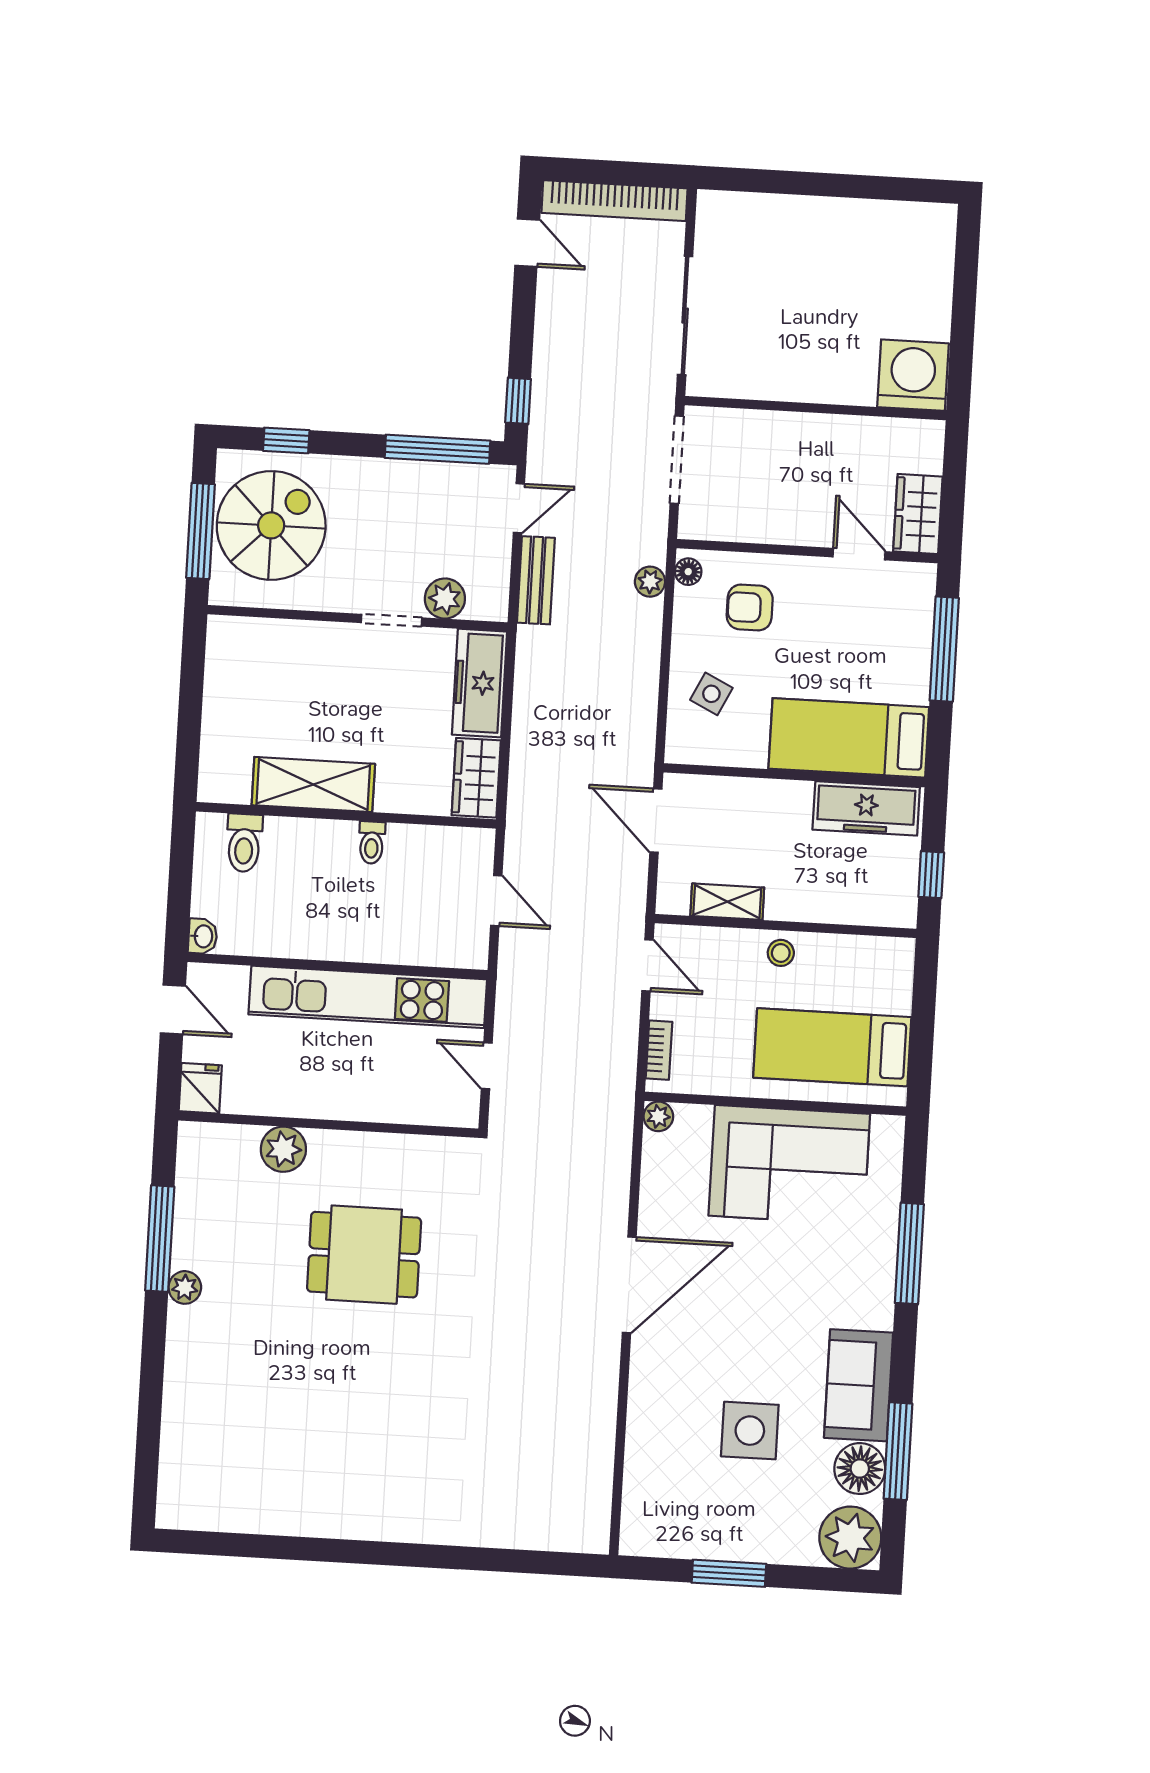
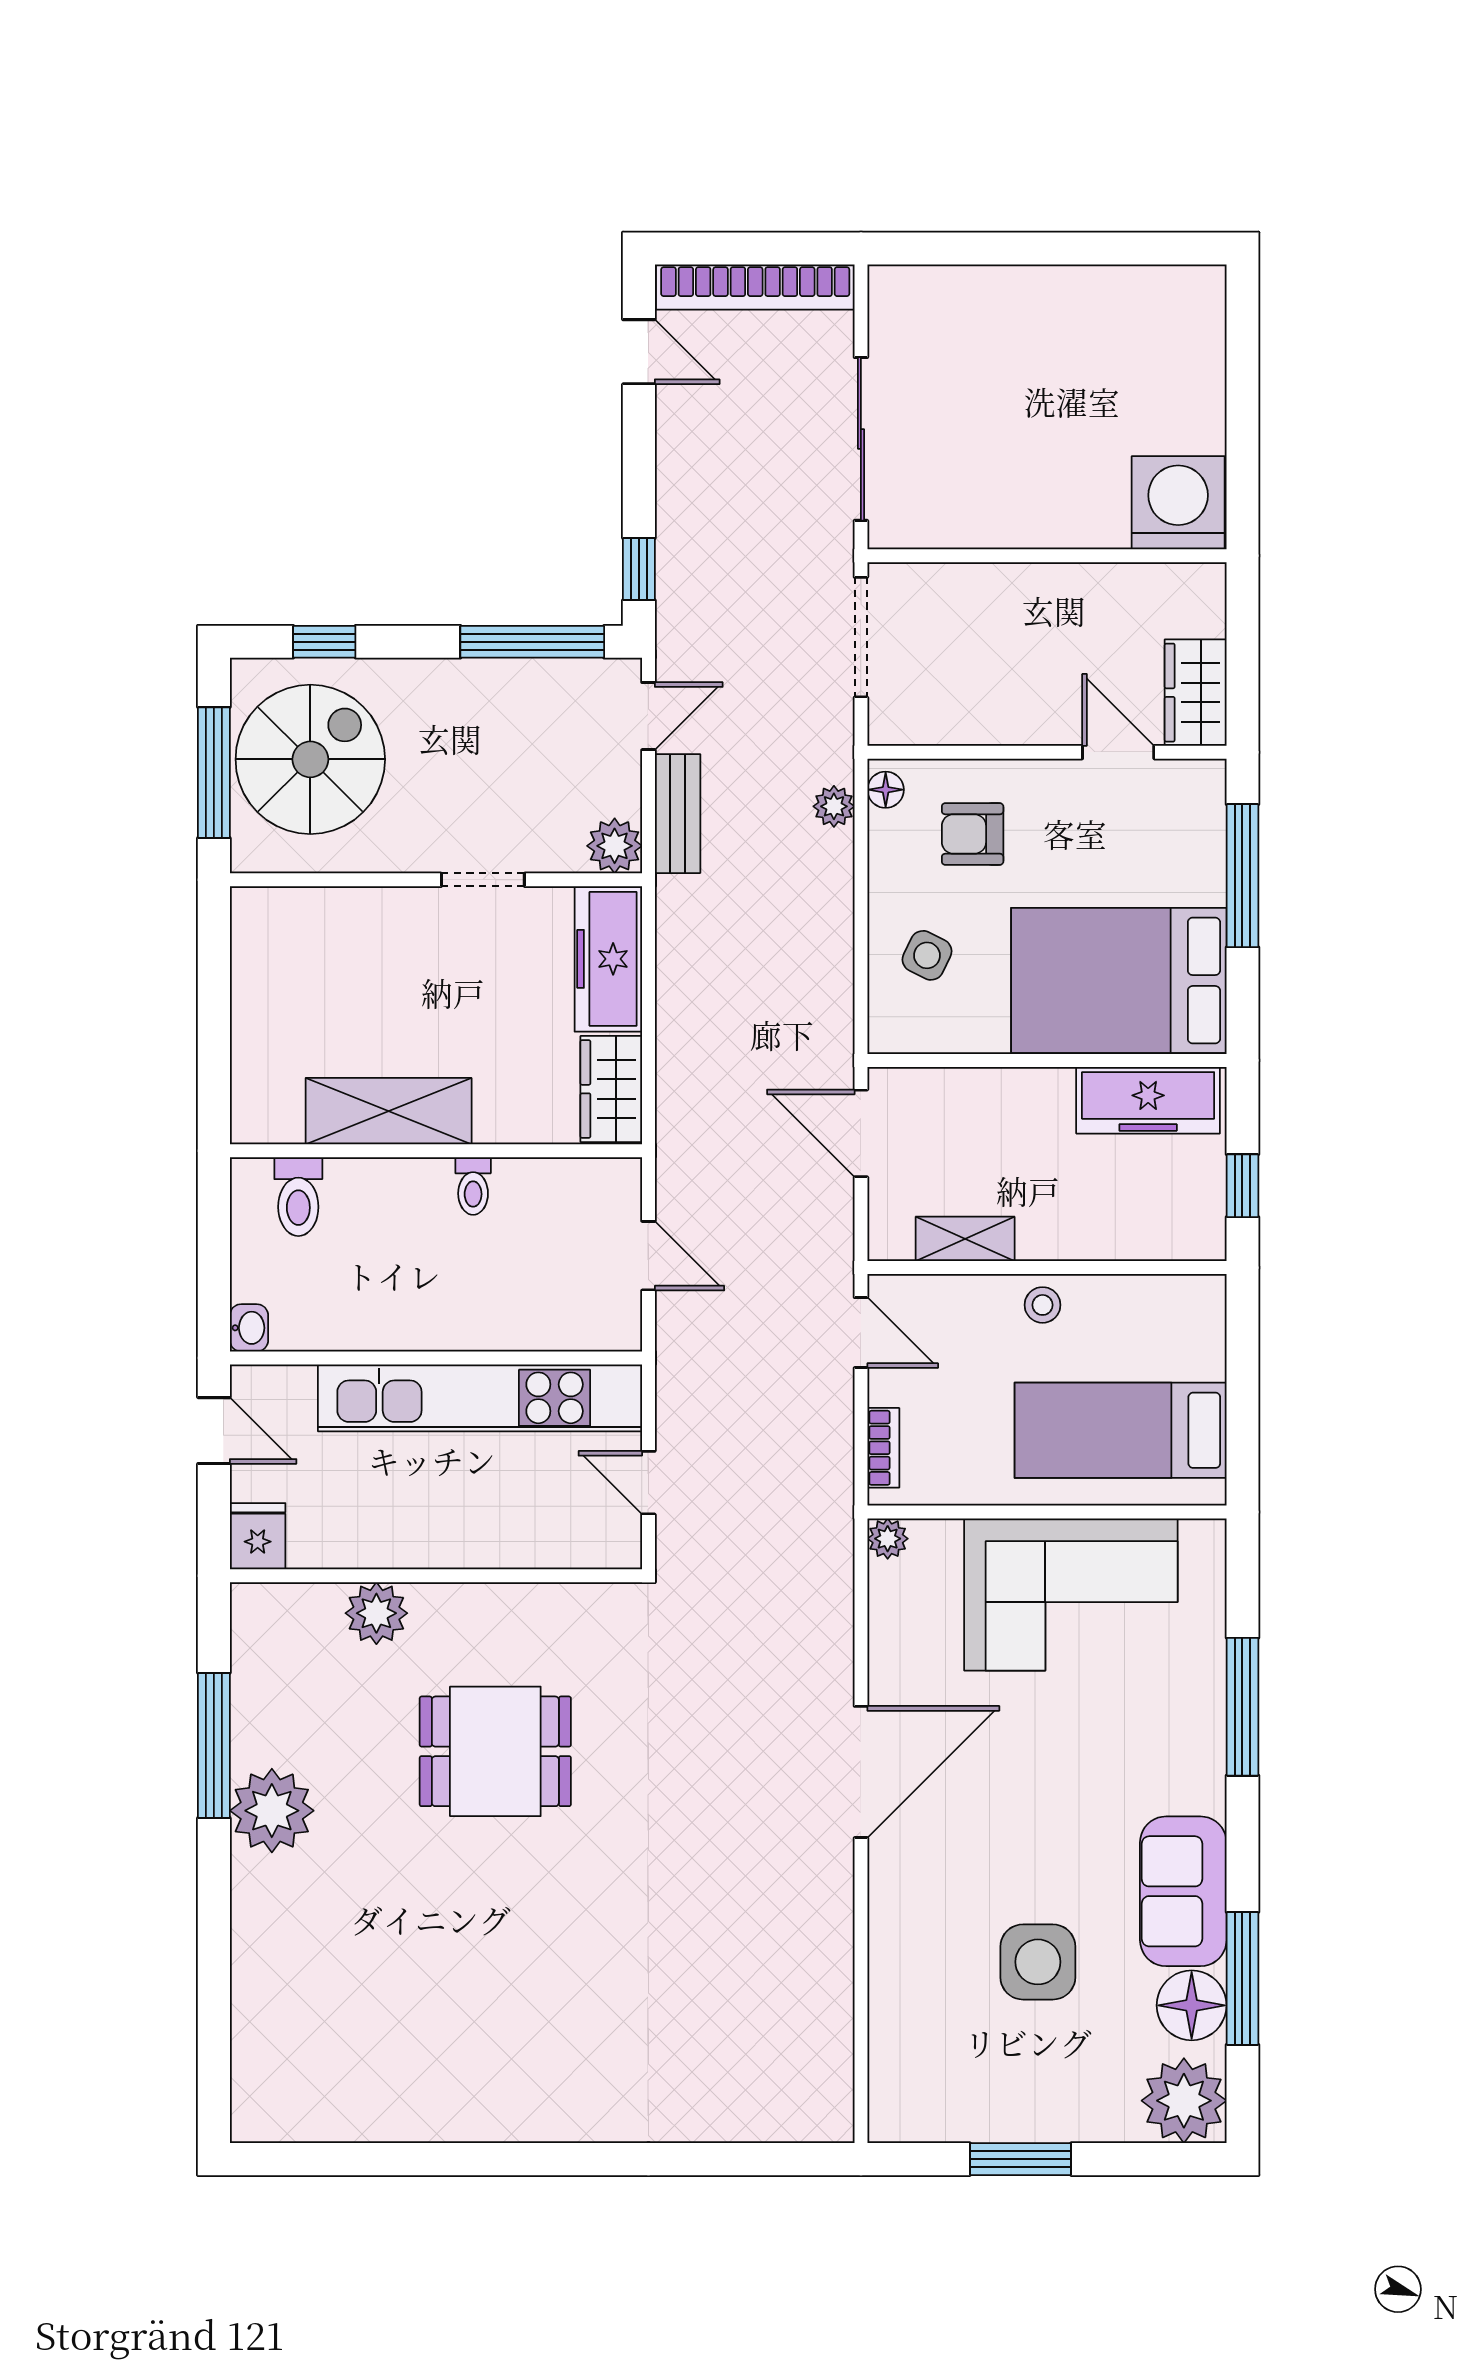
plant: (445, 599) -> (615, 846), moved
bed: (849, 738) -> (1119, 981), width x1.50
plant: (185, 1287) -> (272, 1811), width x1.88, depth x1.88

